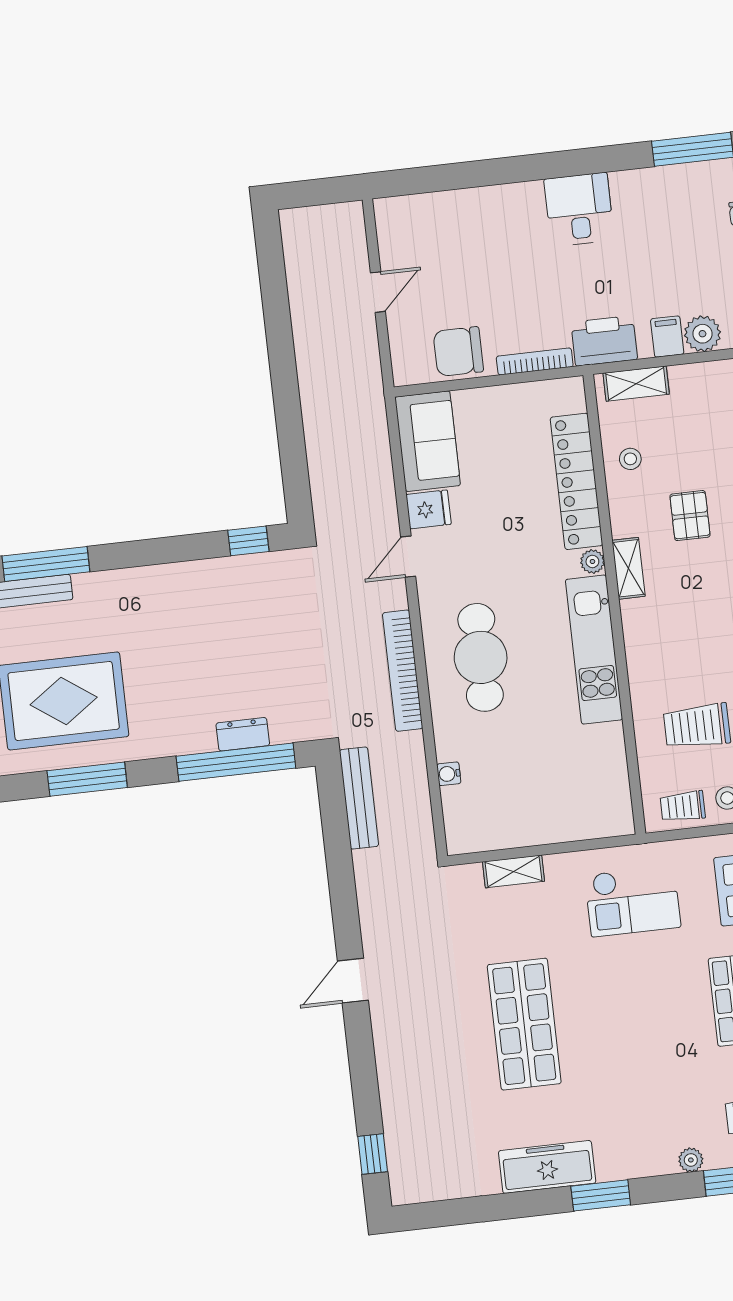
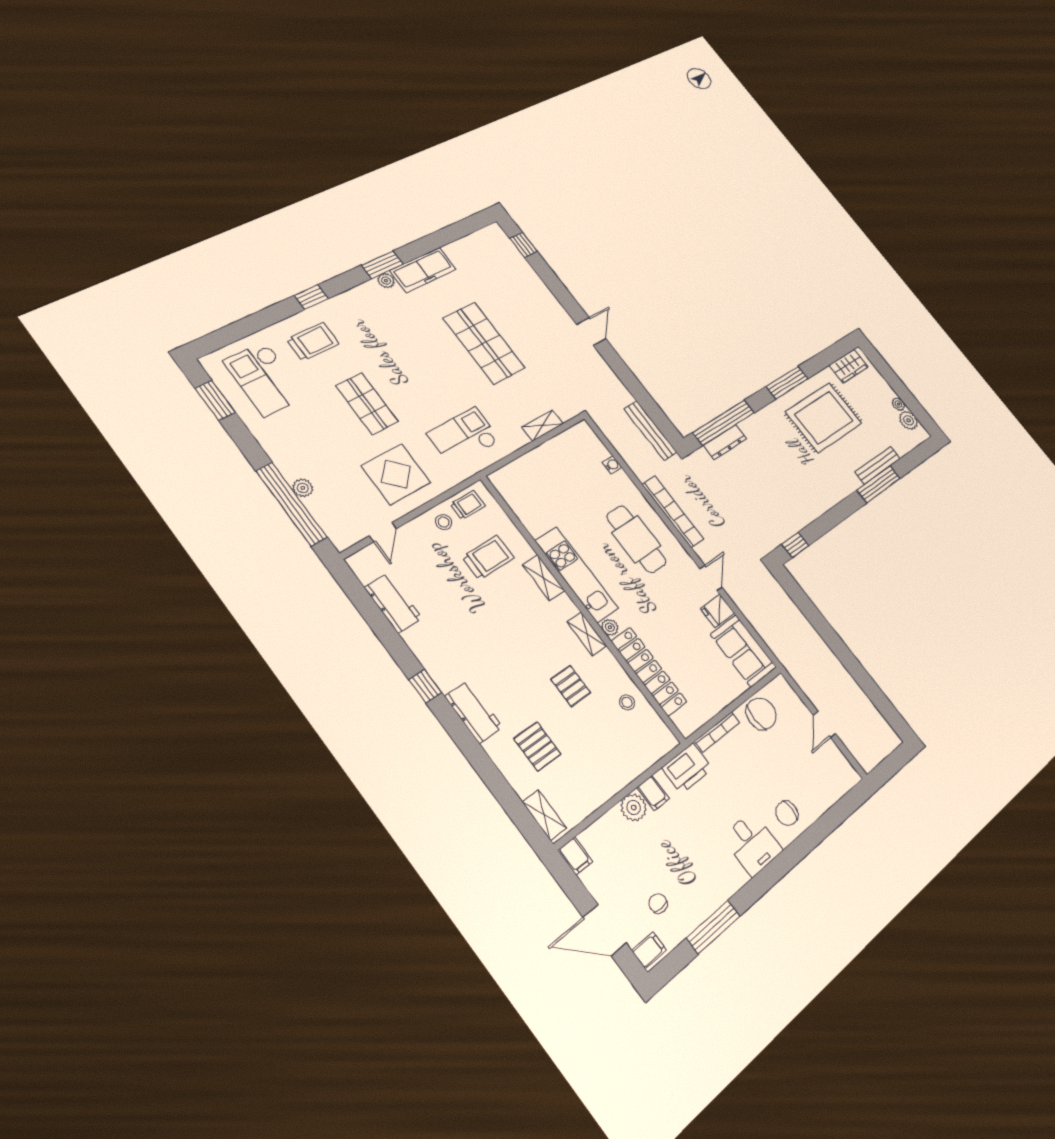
chair: (508, 218) -> (787, 813), added
shelving: (636, 384) -> (544, 578), moved, turned 90
dresser: (243, 734) -> (725, 442), width x1.44
plant: (691, 1160) -> (386, 281), moved

